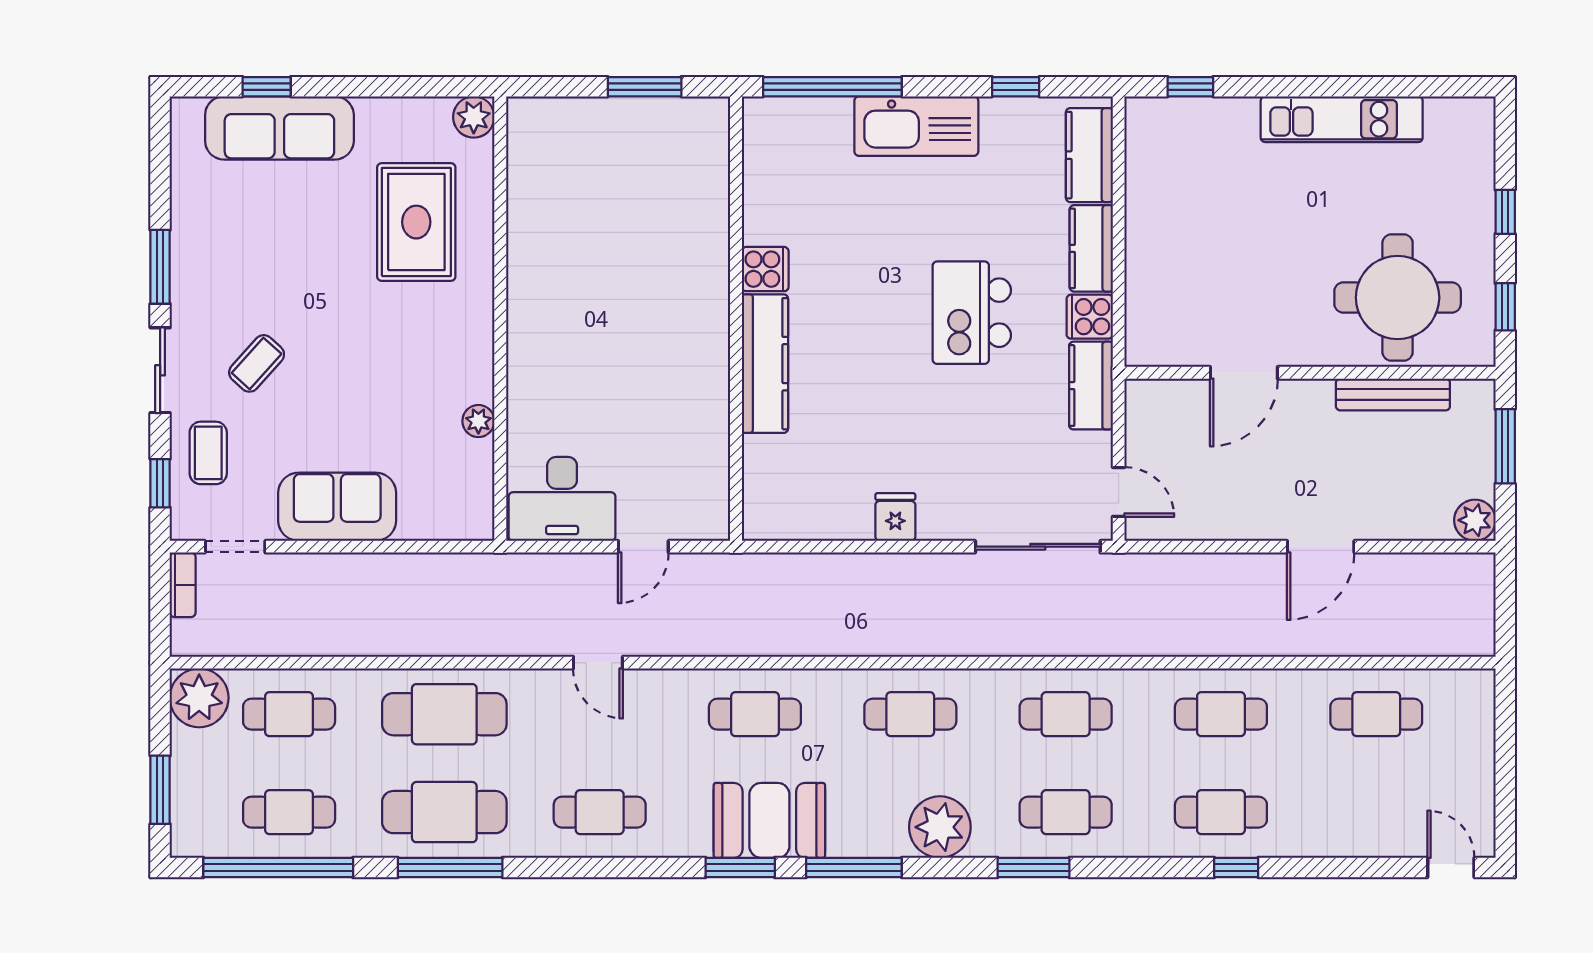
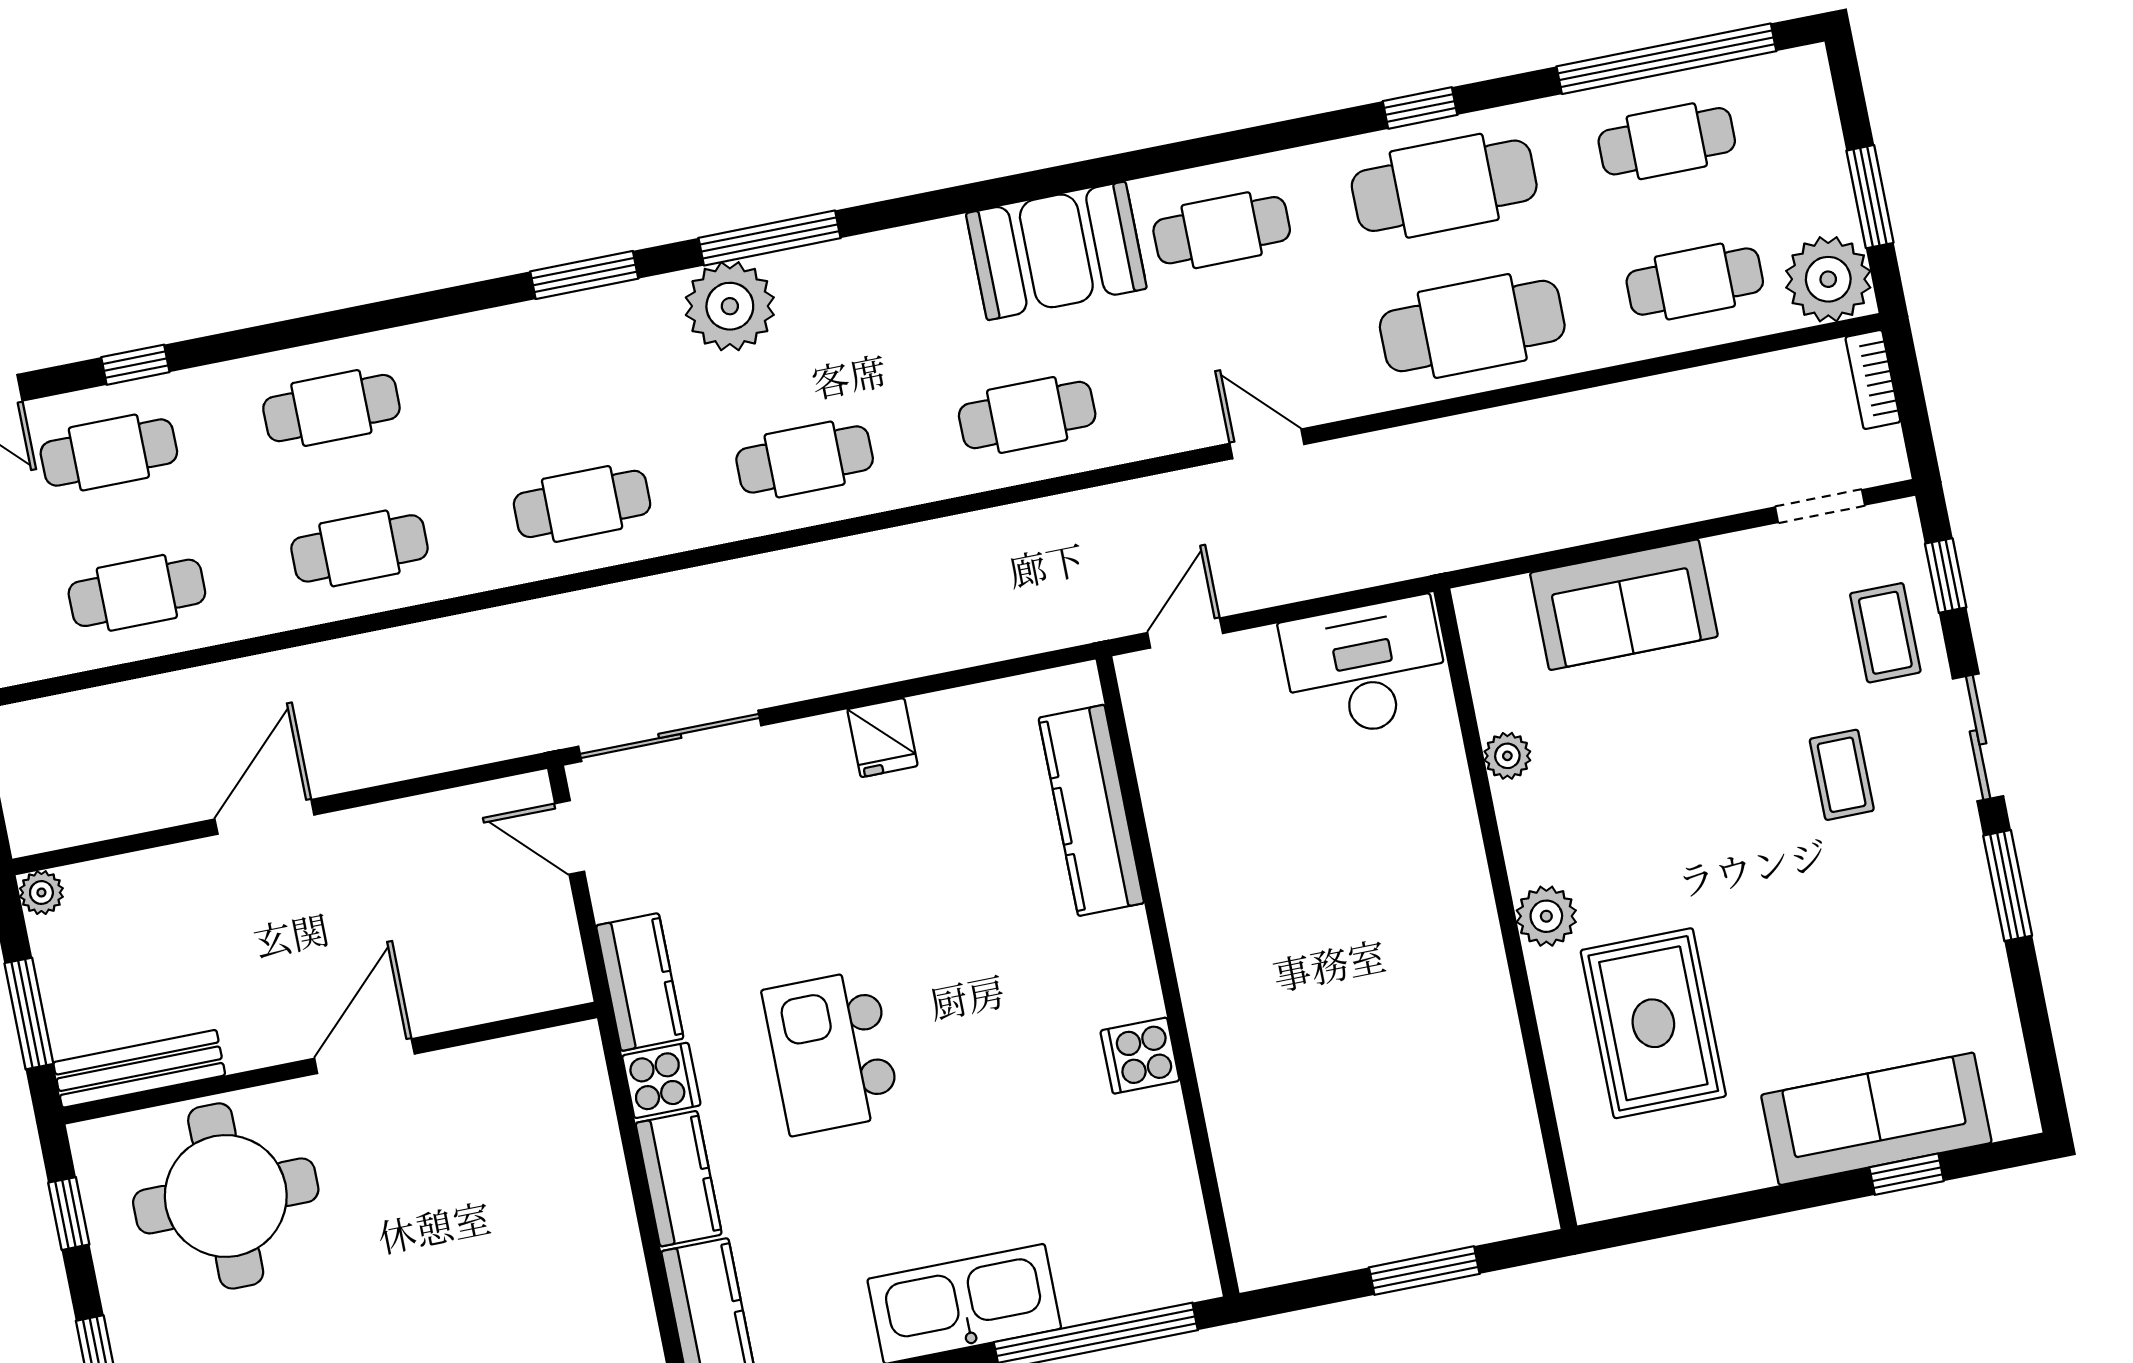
window: (645, 87) -> (1424, 1271), moved
plant: (474, 117) -> (1546, 916), moved
kitchen island: (972, 313) -> (831, 1052), turned 180
coffee table: (257, 363) -> (1842, 775), turned -42
kitchen counter: (765, 364) -> (1091, 810), moved
door: (1244, 373) -> (364, 1056), moved
bench: (1393, 394) -> (139, 1069), moved
sofa: (337, 507) -> (1624, 605), moved
plant: (1475, 520) -> (41, 893), width x0.73, depth x0.73
door: (643, 547) -> (1185, 633), moved
bookcase: (183, 585) -> (1873, 380), moved
window: (160, 790) -> (1870, 197), moved
cafe table: (1066, 812) -> (109, 453), moved
booth: (769, 820) -> (1056, 251), moved
window: (450, 867) -> (1420, 108), width x0.46
window: (740, 867) -> (1004, 191), removed
window: (854, 867) -> (769, 238), moved
window: (1236, 867) -> (135, 365), moved

